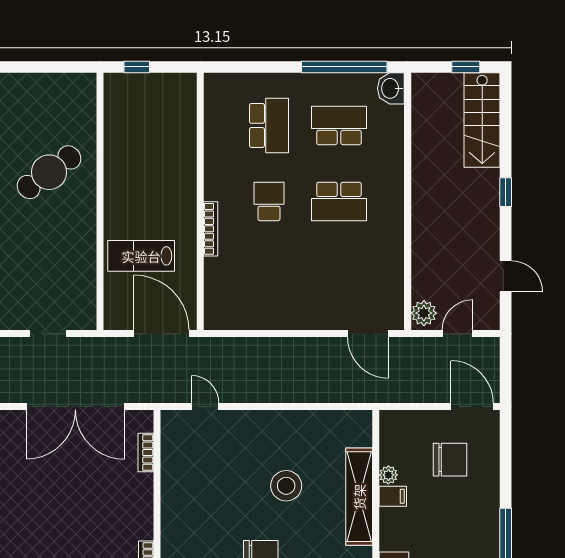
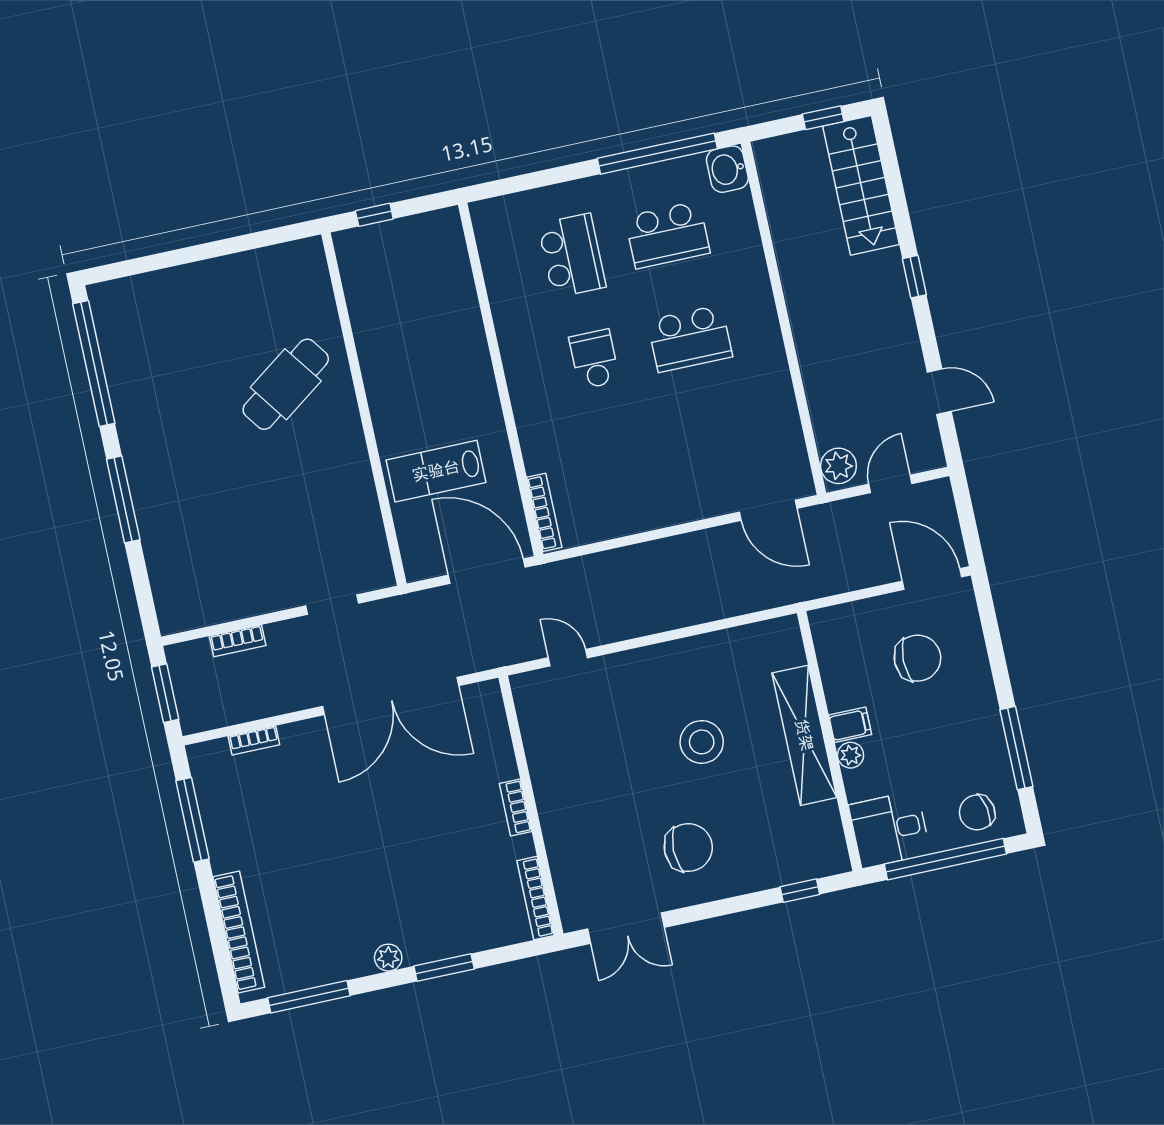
school desk: (339, 125) -> (667, 235), turned 180
bookcase: (211, 229) -> (544, 512), moved
bookcase: (146, 453) -> (516, 807), moved
plant: (388, 475) -> (851, 755), moved

